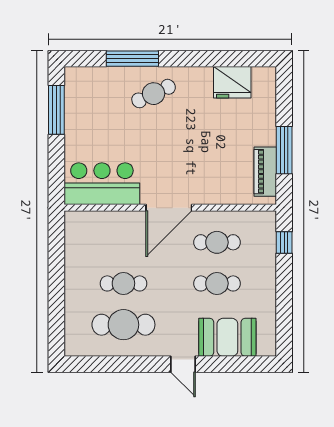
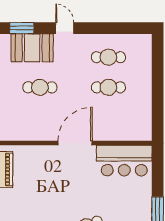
cafe table: (217, 242) -> (40, 118), removed
cafe table: (123, 325) -> (108, 57), width x0.73, depth x0.74
window: (241, 364) -> (22, 28), added

